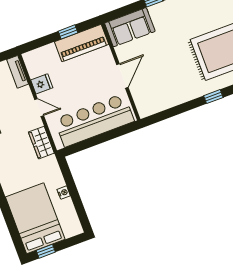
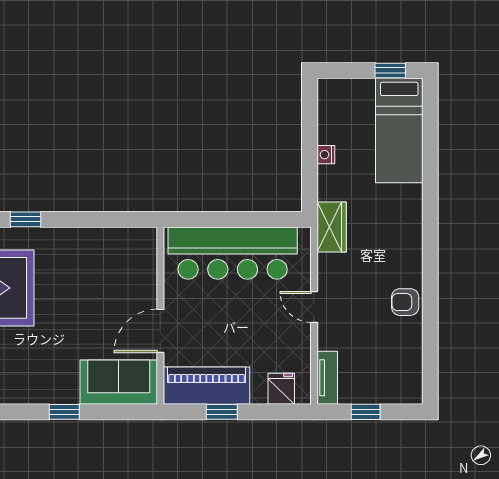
door: (122, 76) -> (160, 331), moved
fridge: (42, 84) -> (281, 389), moved, turned 90
wardrobe: (41, 143) -> (332, 227), moved
bed: (35, 218) -> (399, 130), width x0.67

